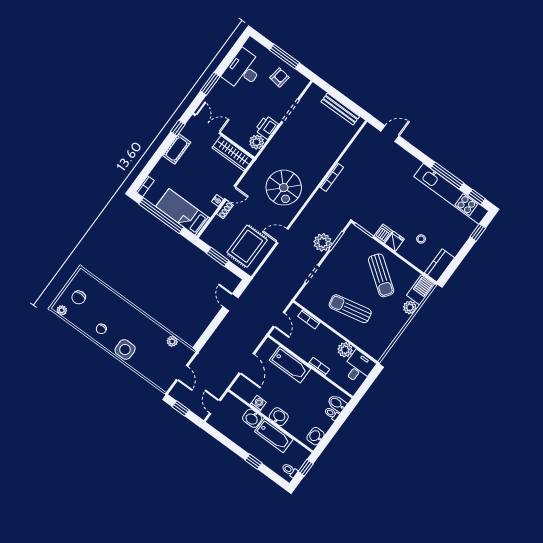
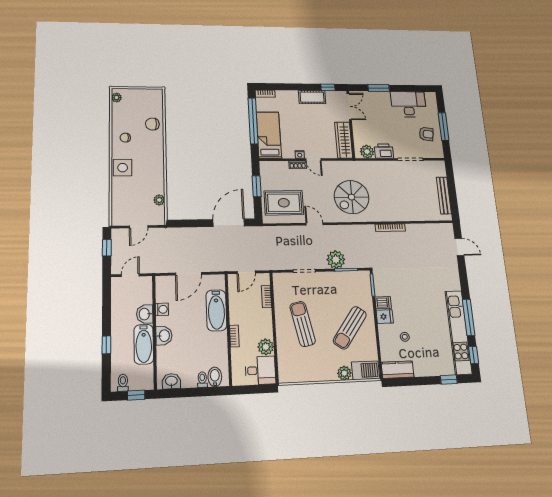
chair: (79, 297) -> (152, 124), moved
door: (230, 302) -> (229, 223), width x1.88

